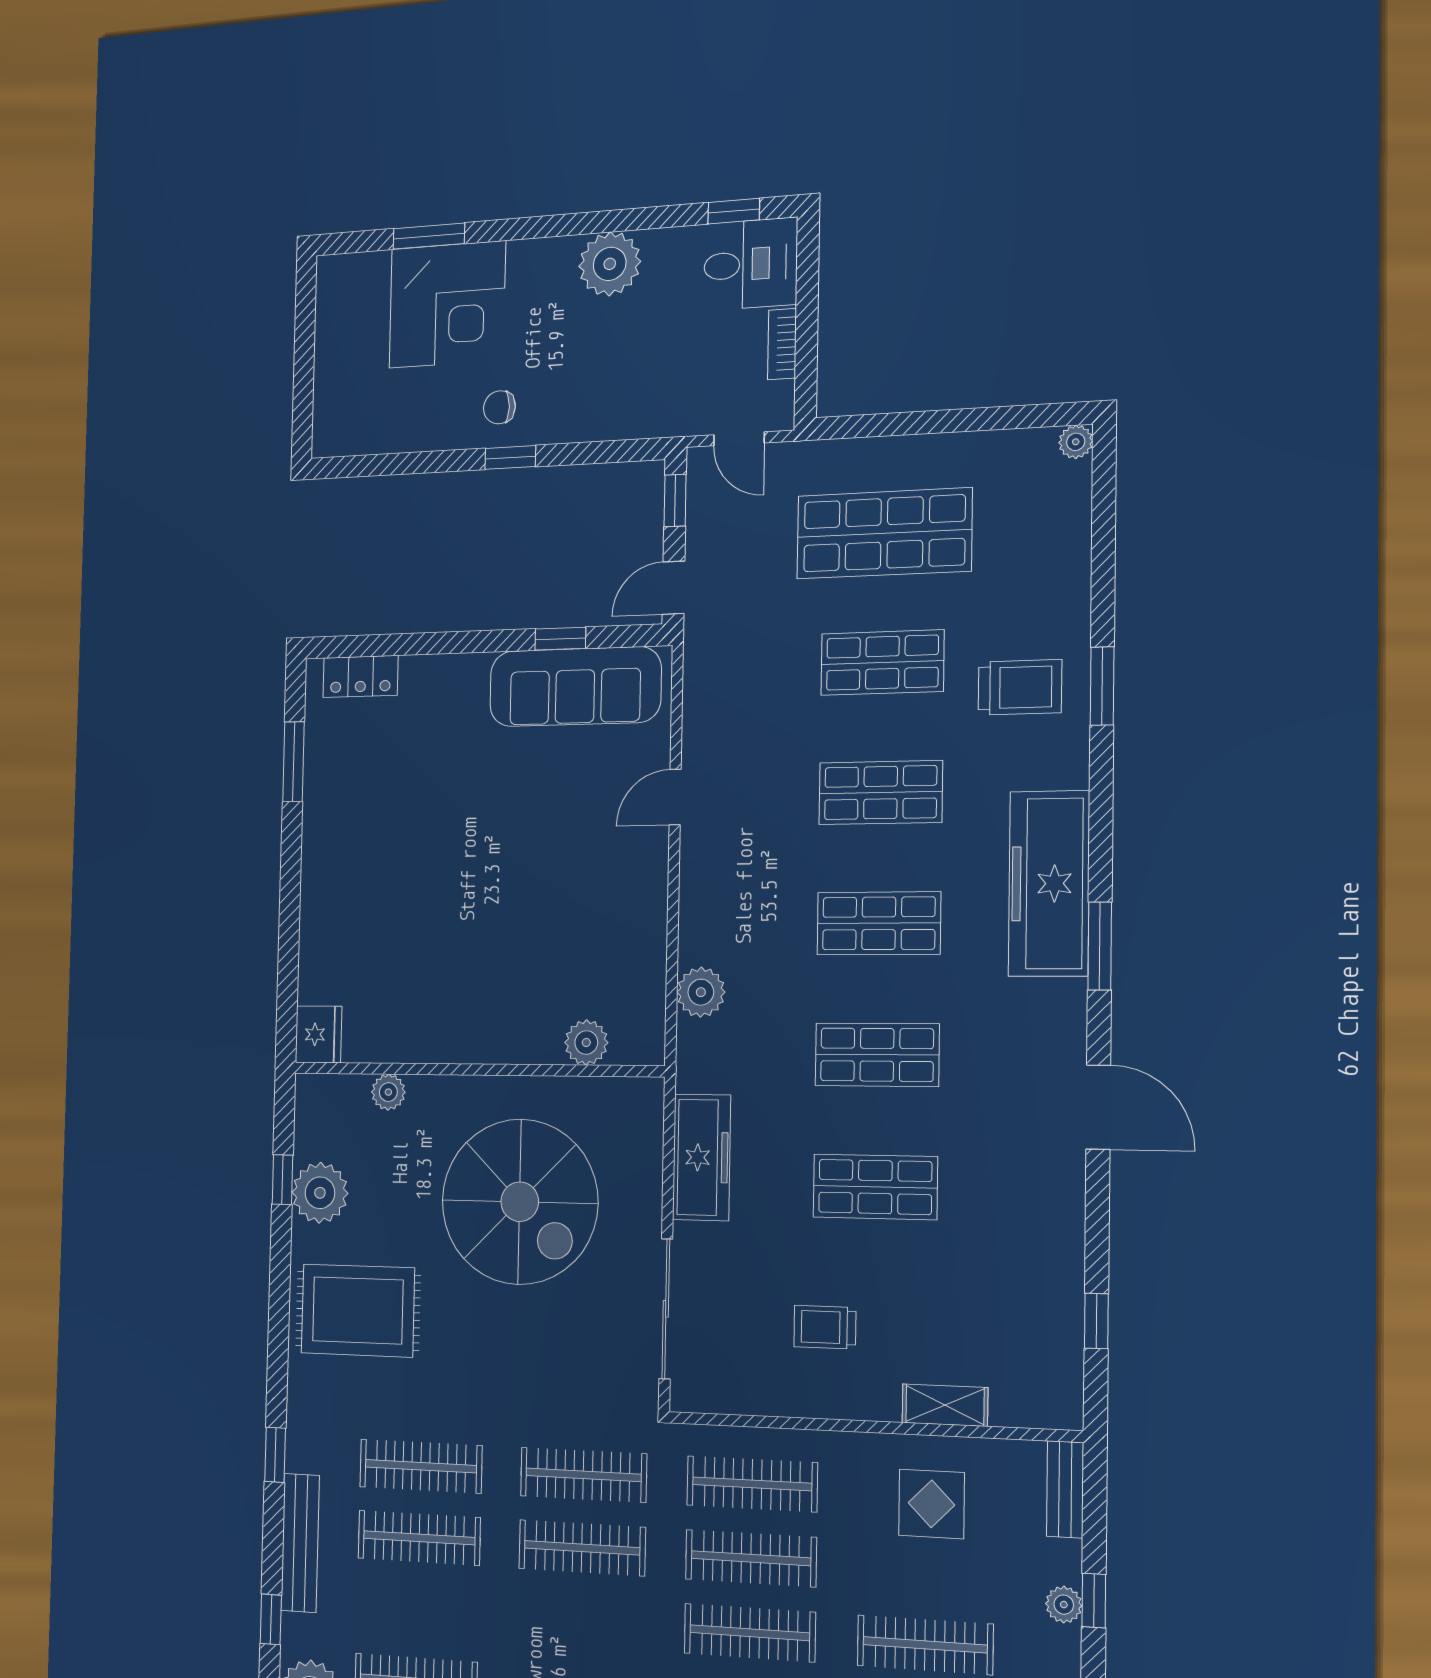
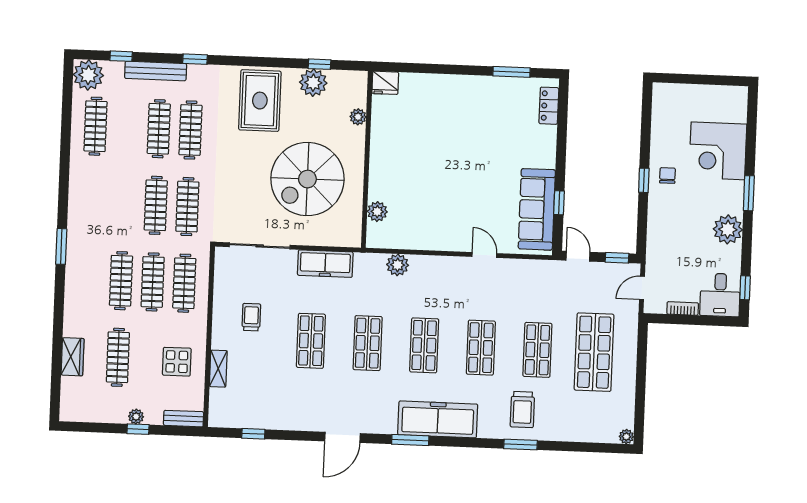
window: (429, 236) -> (749, 193), moved

